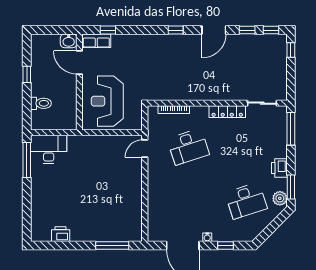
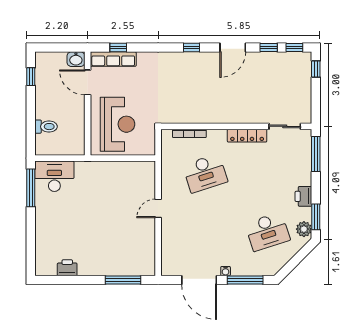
row of seats: (96, 41) -> (113, 59), width x1.48
window: (27, 74) -> (31, 77), moved
reception desk: (107, 101) -> (118, 124), turned 180
door: (145, 149) -> (158, 208), moved
window: (225, 245) -> (245, 280), width x2.17

